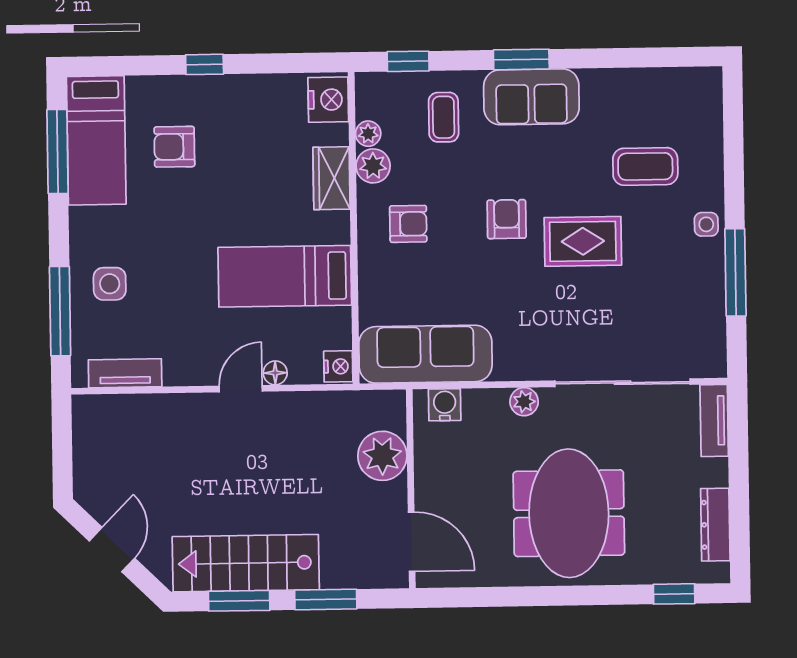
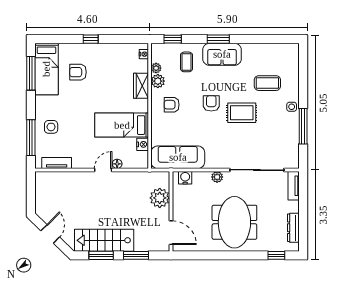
nightstand: (328, 100) -> (144, 54), width x0.53, depth x0.56
armchair: (408, 224) -> (172, 105), turned 180
nightstand: (338, 366) -> (143, 144), moved

